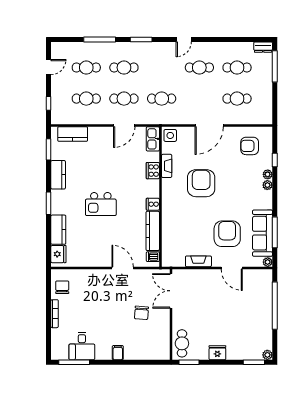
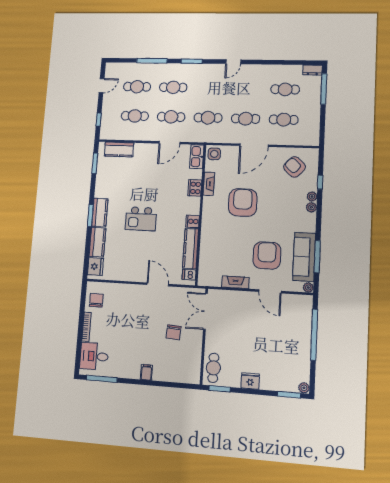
cafe table: (199, 68) -> (246, 119), moved
armchair: (250, 146) -> (295, 167), turned 43
kitchen counter: (58, 175) -> (100, 212), moved
desk: (82, 346) -> (94, 356), moved, turned 90

